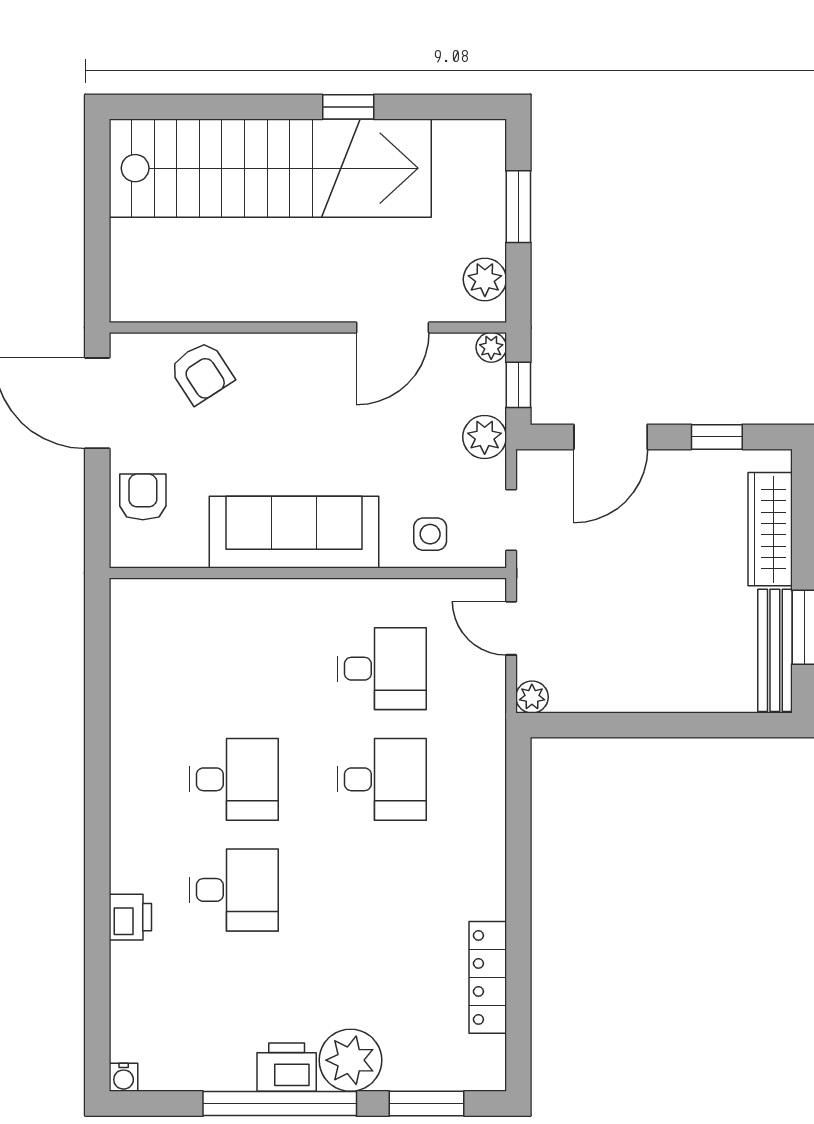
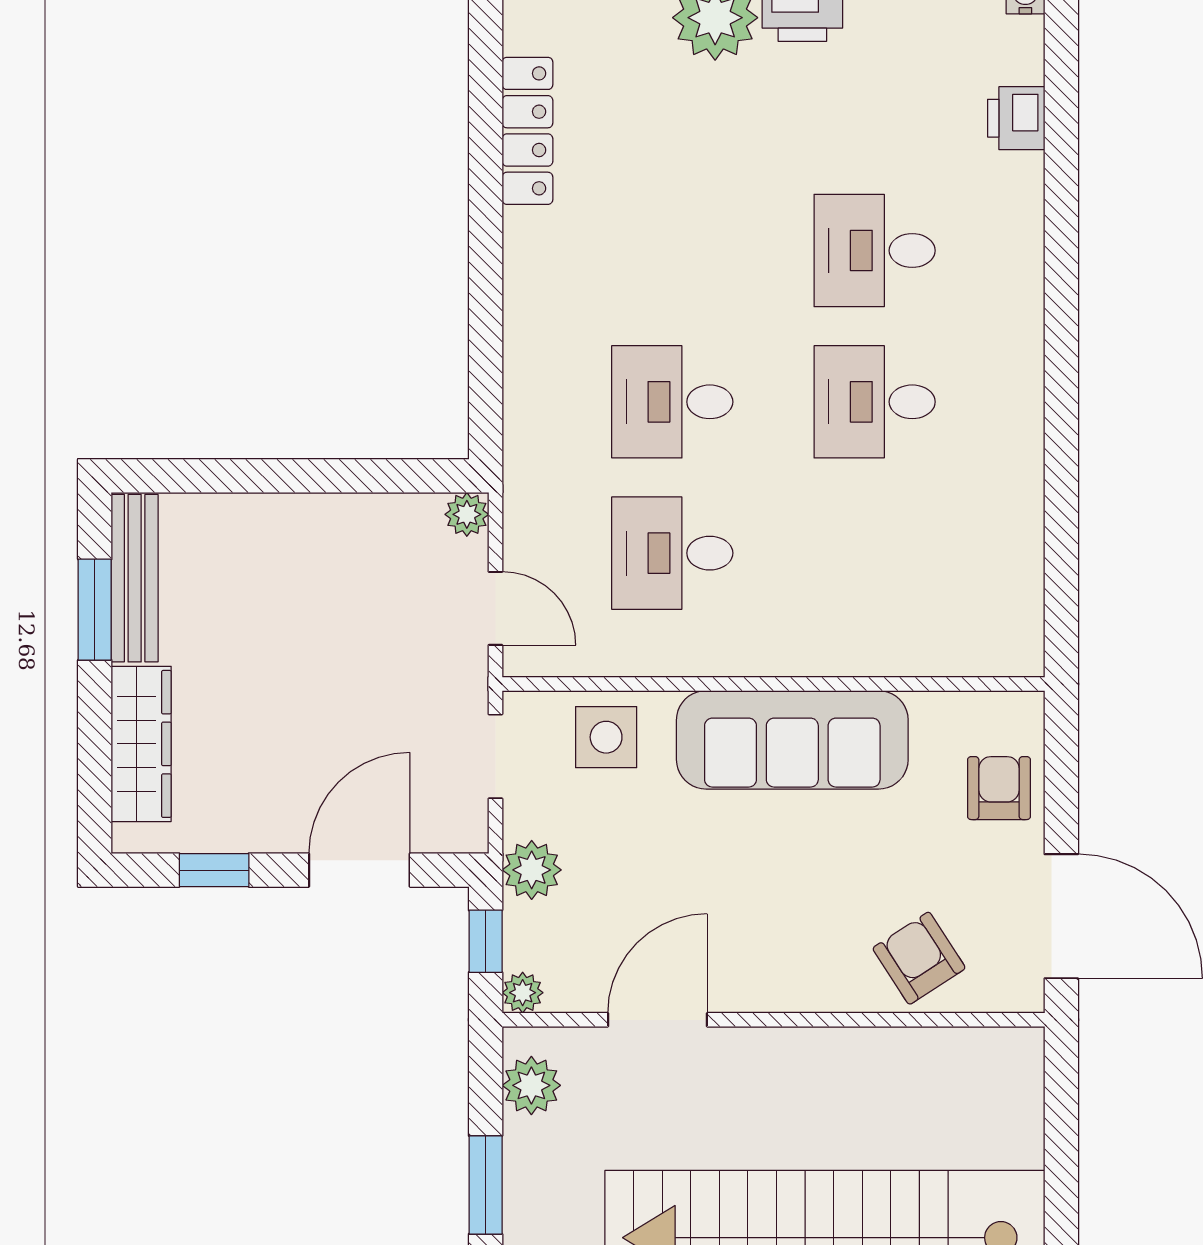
armchair: (143, 497) -> (999, 788), turned 180
side table: (430, 534) -> (606, 737), width x1.37, depth x1.37
printer: (130, 917) -> (1016, 118), moved

